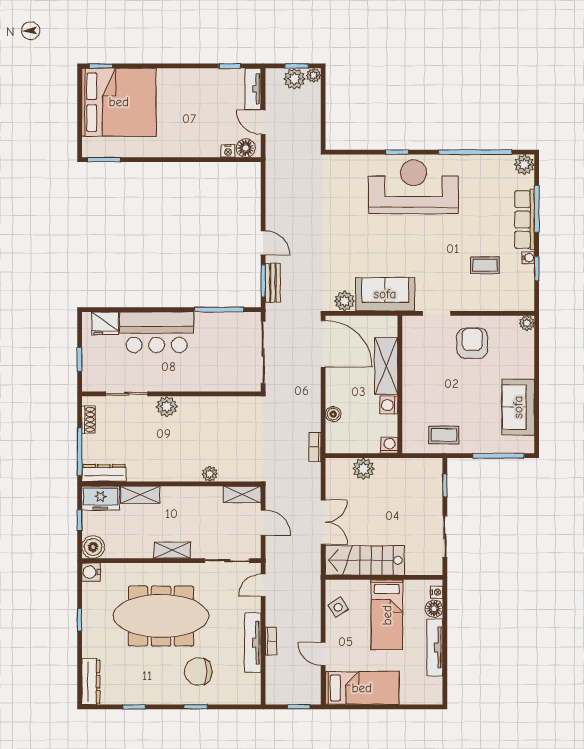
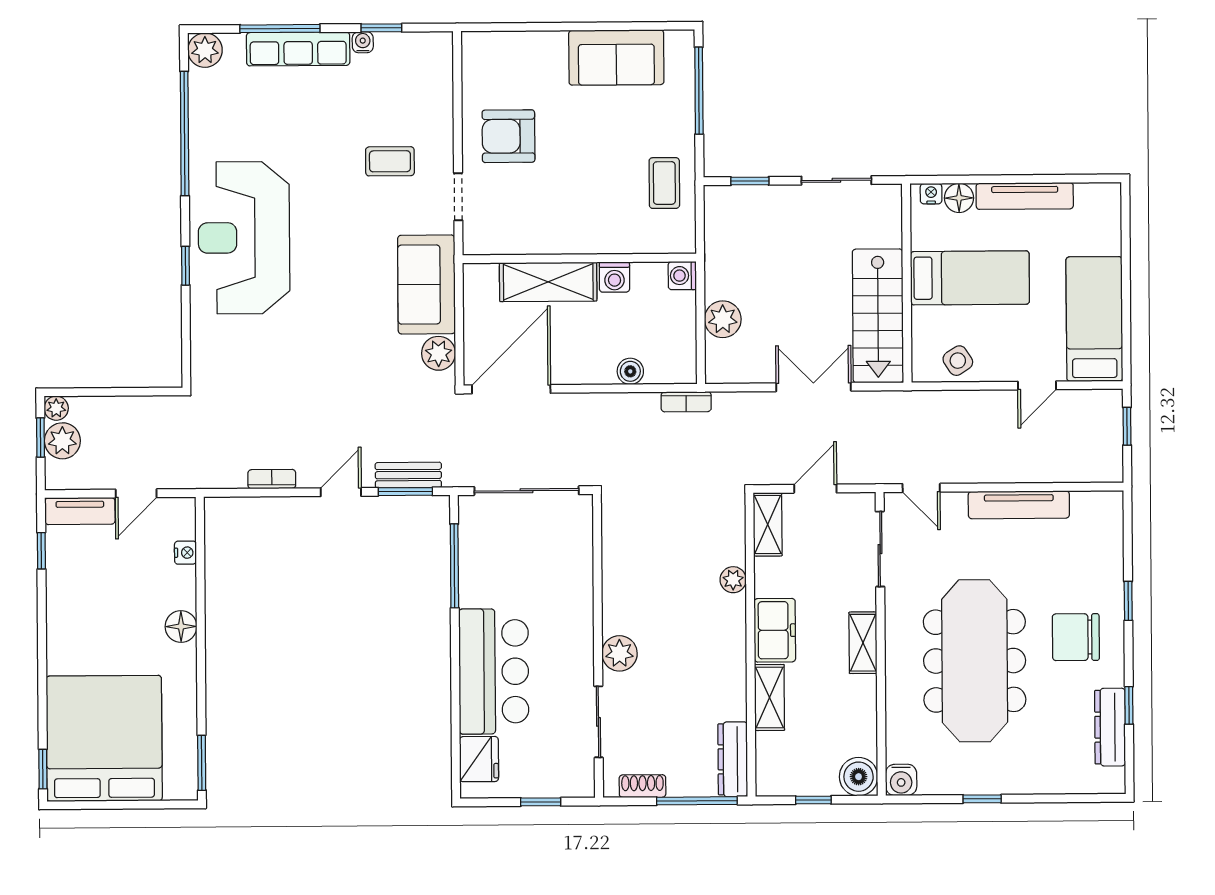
floor lamp: (246, 148) -> (181, 626), moved
coffee table: (485, 265) -> (390, 161), moved, turned 90
plant: (527, 323) -> (474, 44), removed
freezer: (100, 498) -> (775, 630), moved
bookcase: (271, 641) -> (272, 479), moved
chair: (198, 671) -> (1076, 637), moved, turned 90
dresser: (91, 682) -> (1110, 727), moved, turned -90

